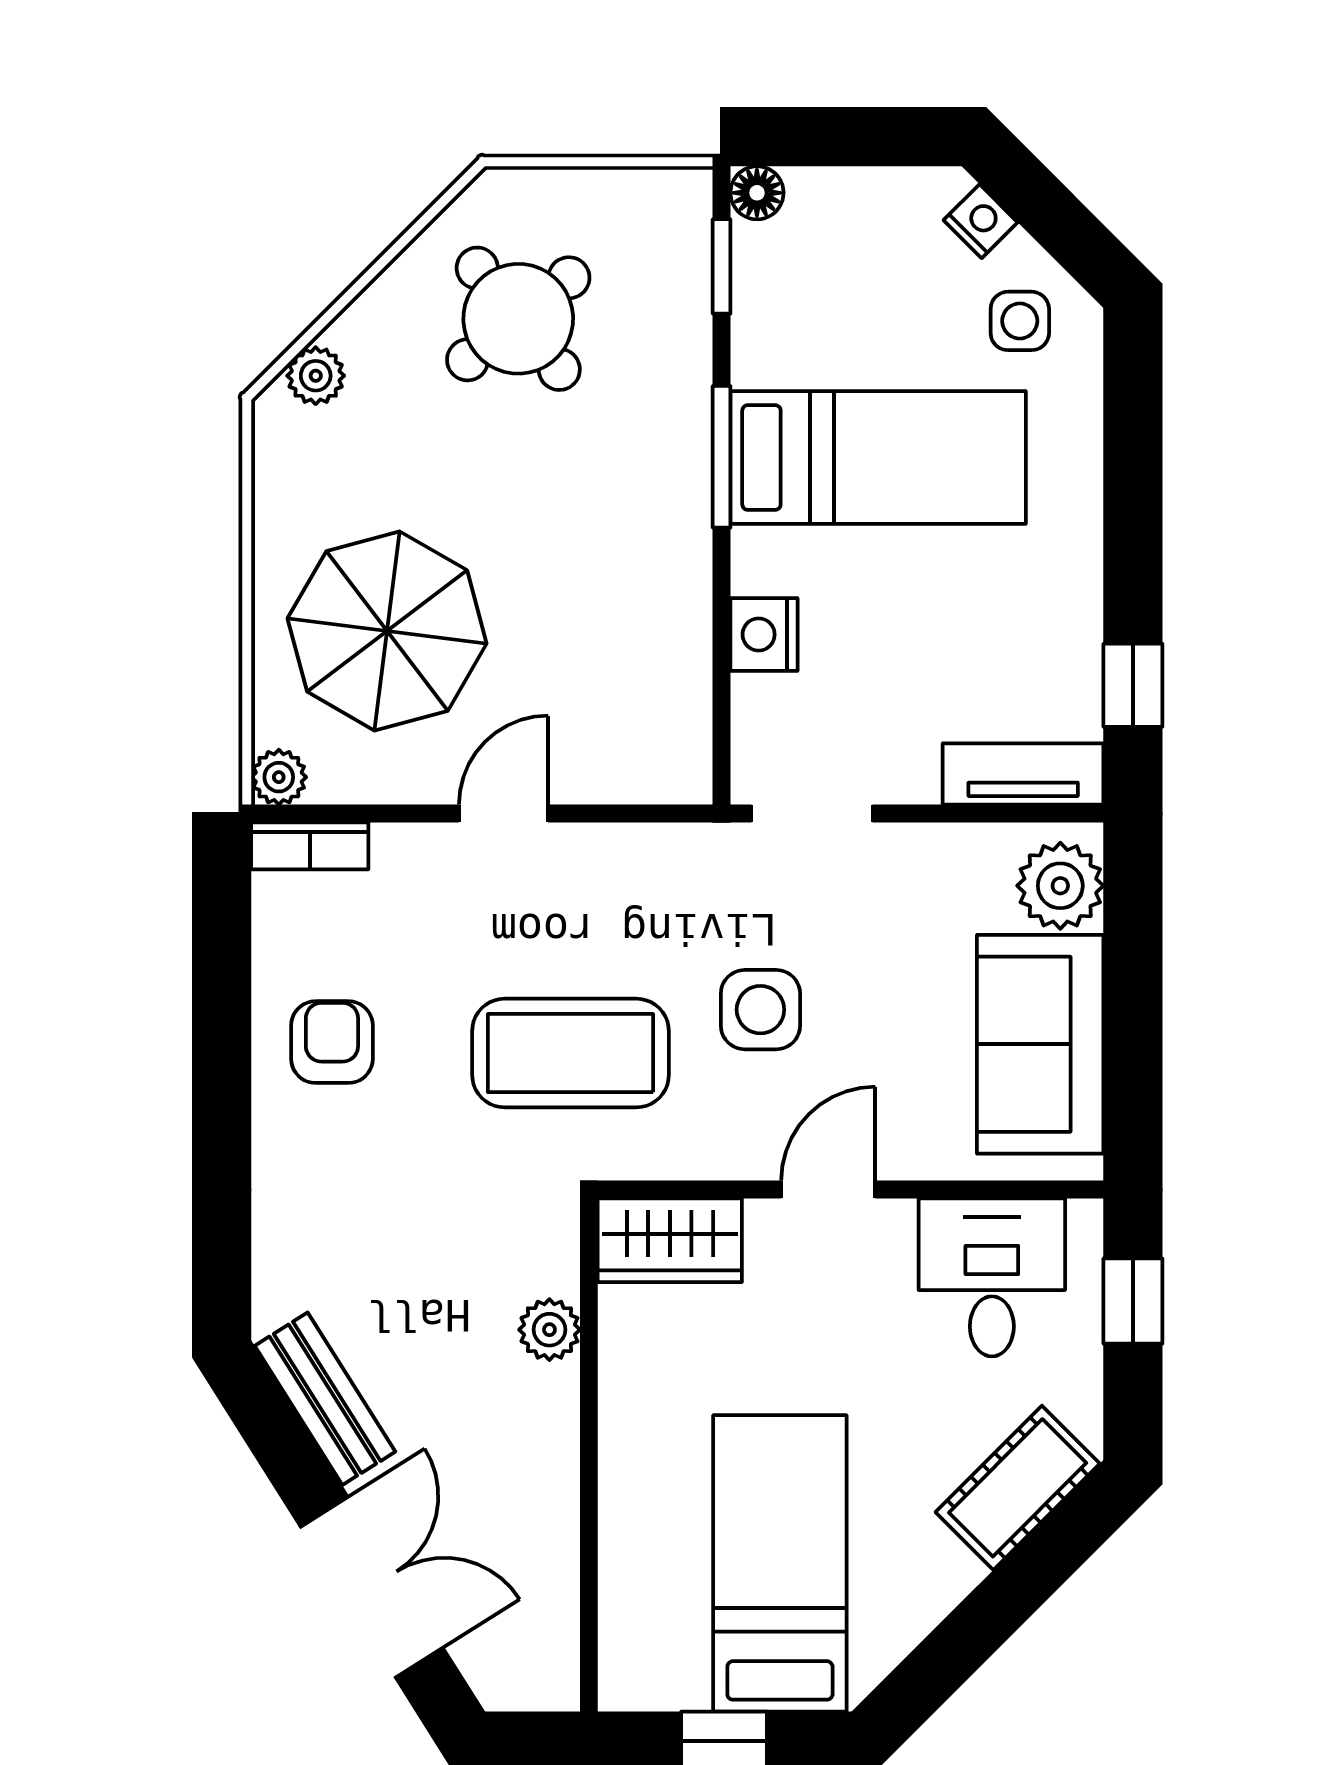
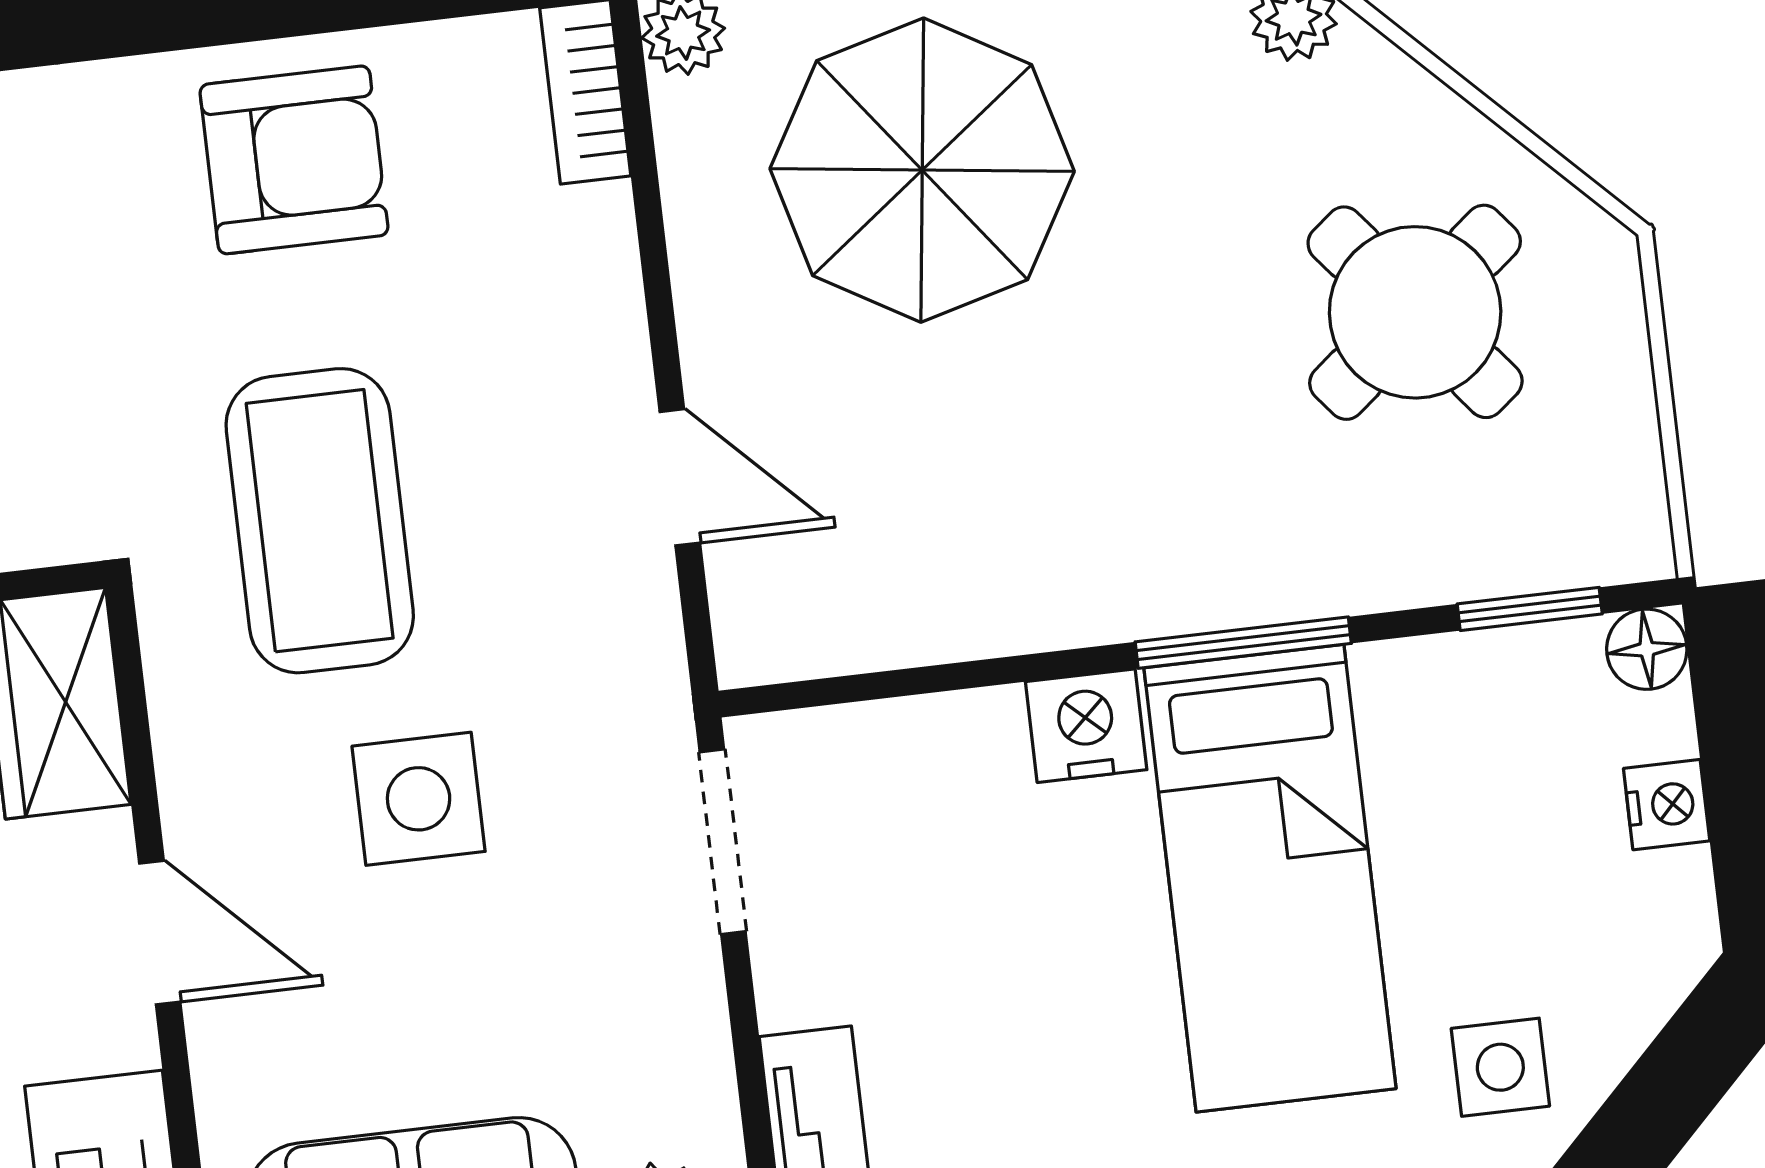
nightstand: (981, 221) -> (1667, 805), moved, turned -45
nightstand: (764, 634) -> (1086, 726), moved
door: (503, 814) -> (680, 477), moved
armchair: (332, 1042) -> (294, 160), width x1.38, depth x1.38

